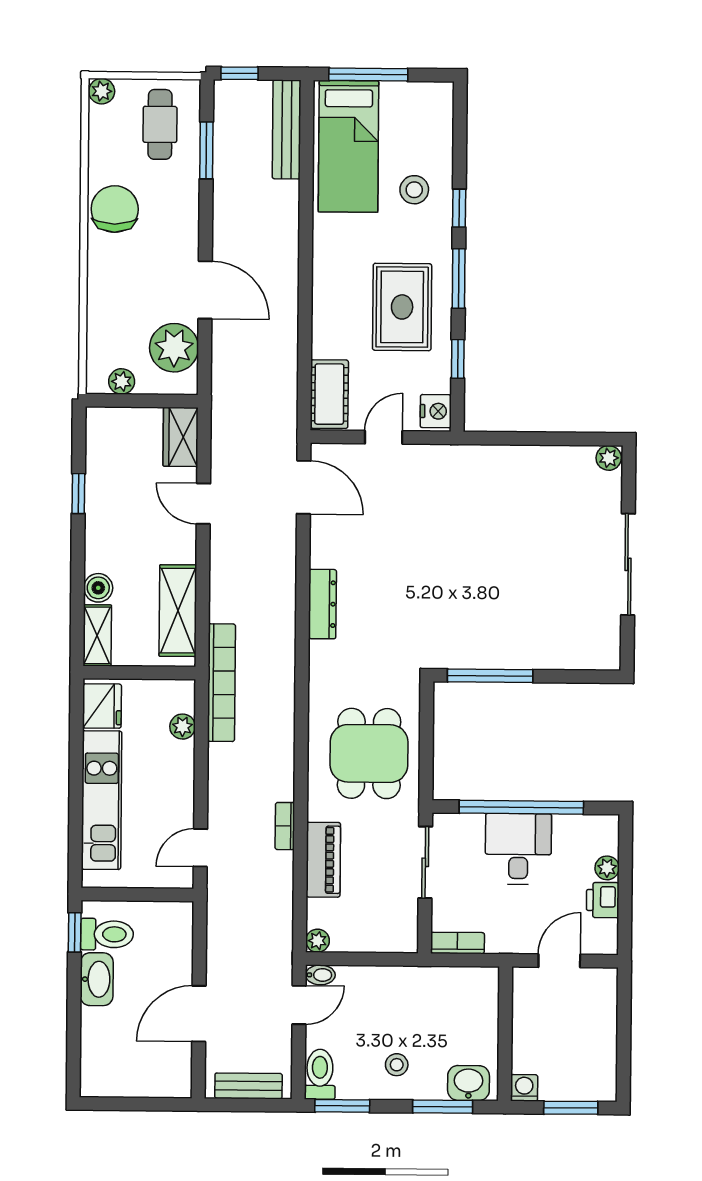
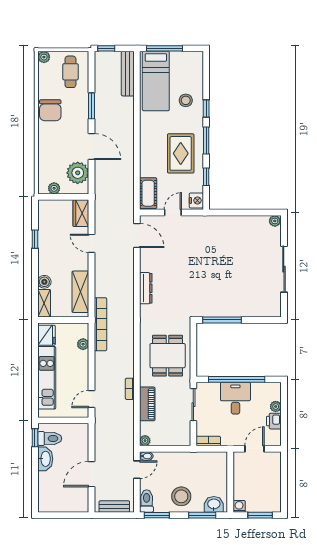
window: (206, 150) -> (92, 106), moved
chair: (115, 209) -> (50, 110), turned 180
stool: (397, 1065) -> (181, 496), width x1.89, depth x1.89

